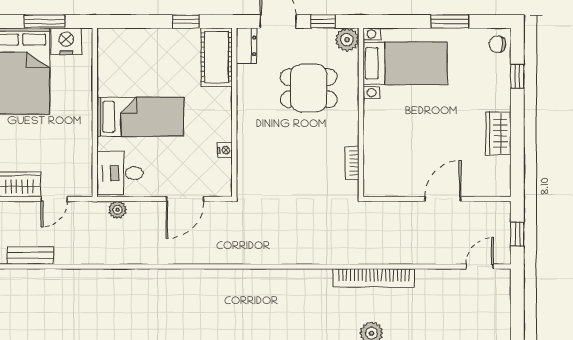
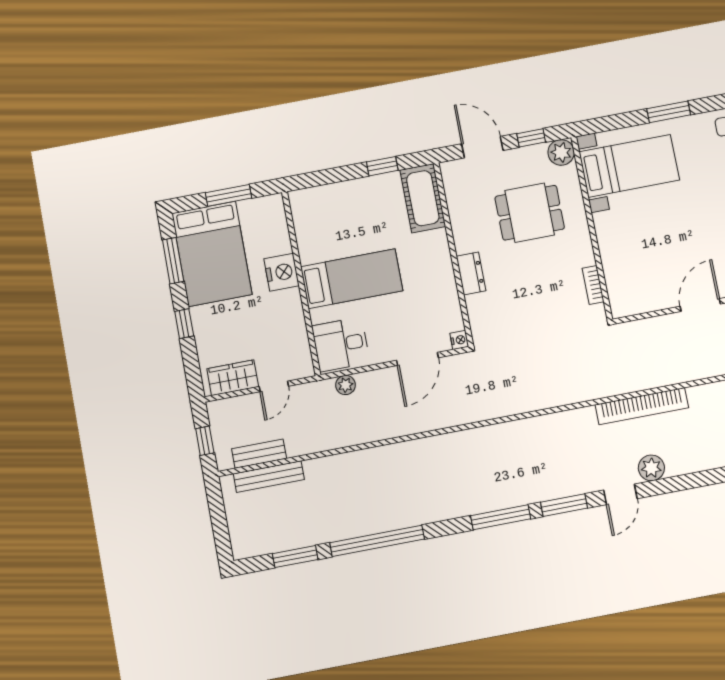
nightstand: (66, 41) -> (282, 272), moved, turned 90
dresser: (246, 46) -> (471, 273), moved
nightstand: (225, 150) -> (459, 340), moved
bench: (36, 277) -> (269, 477), added

